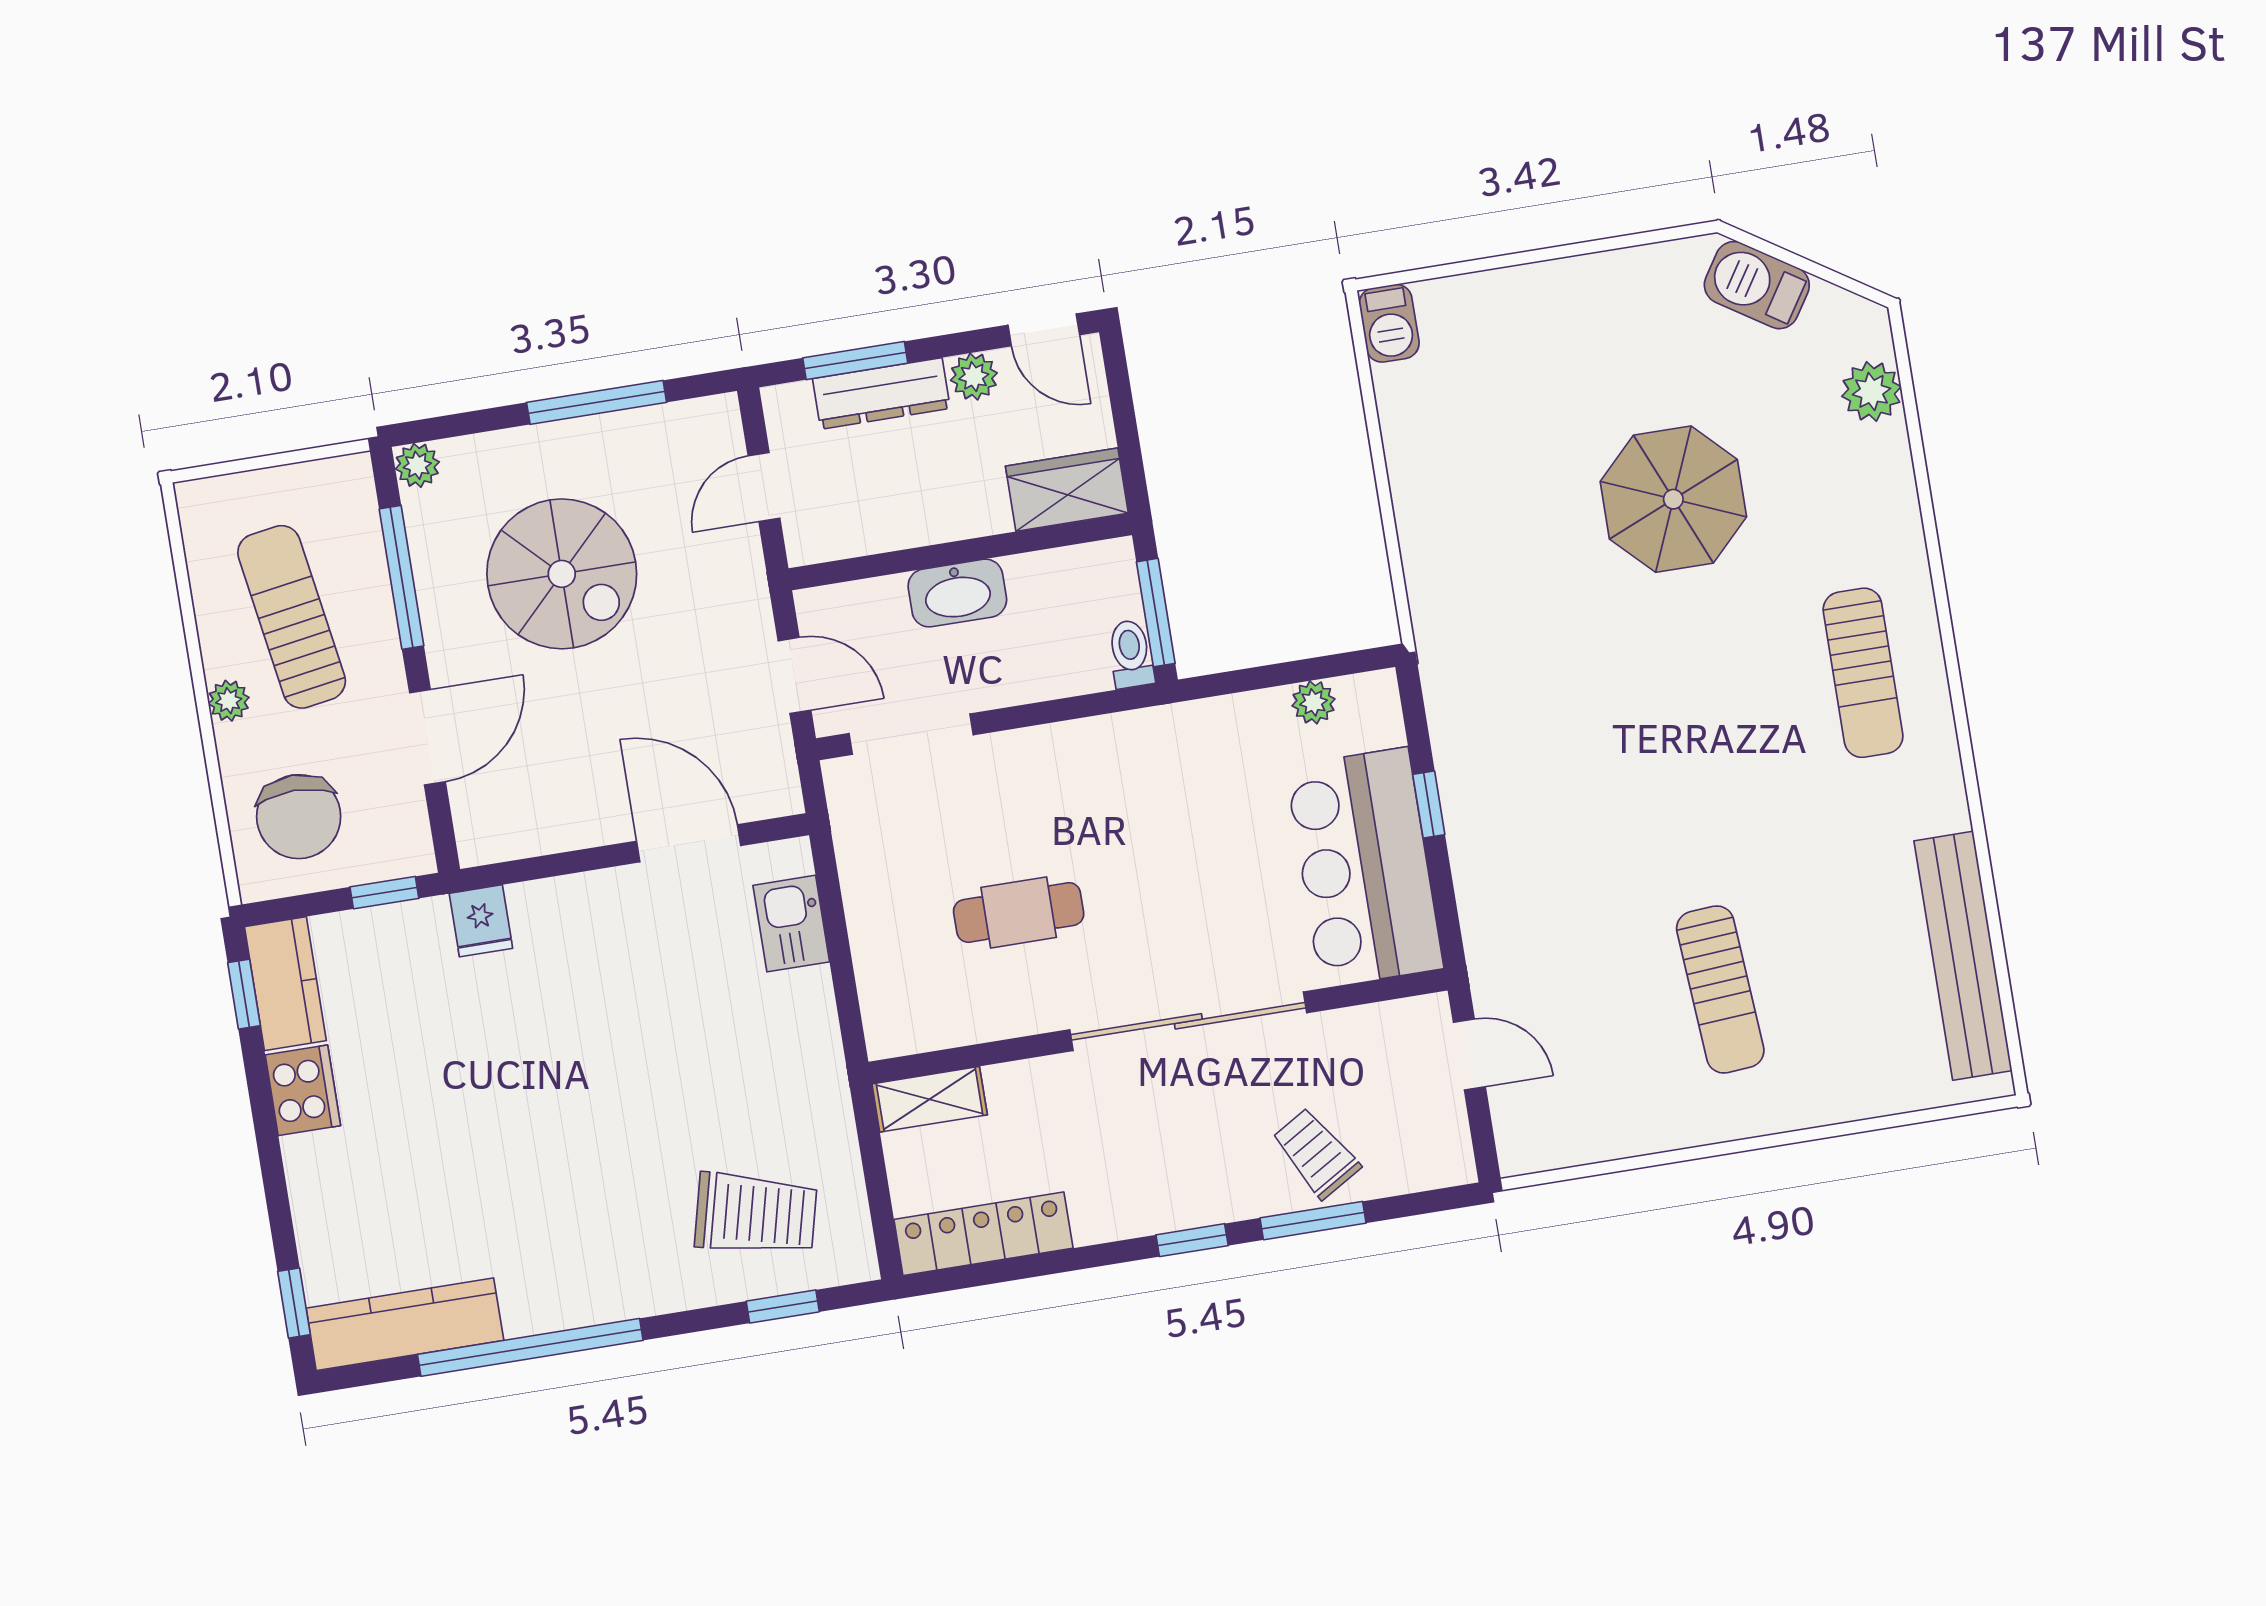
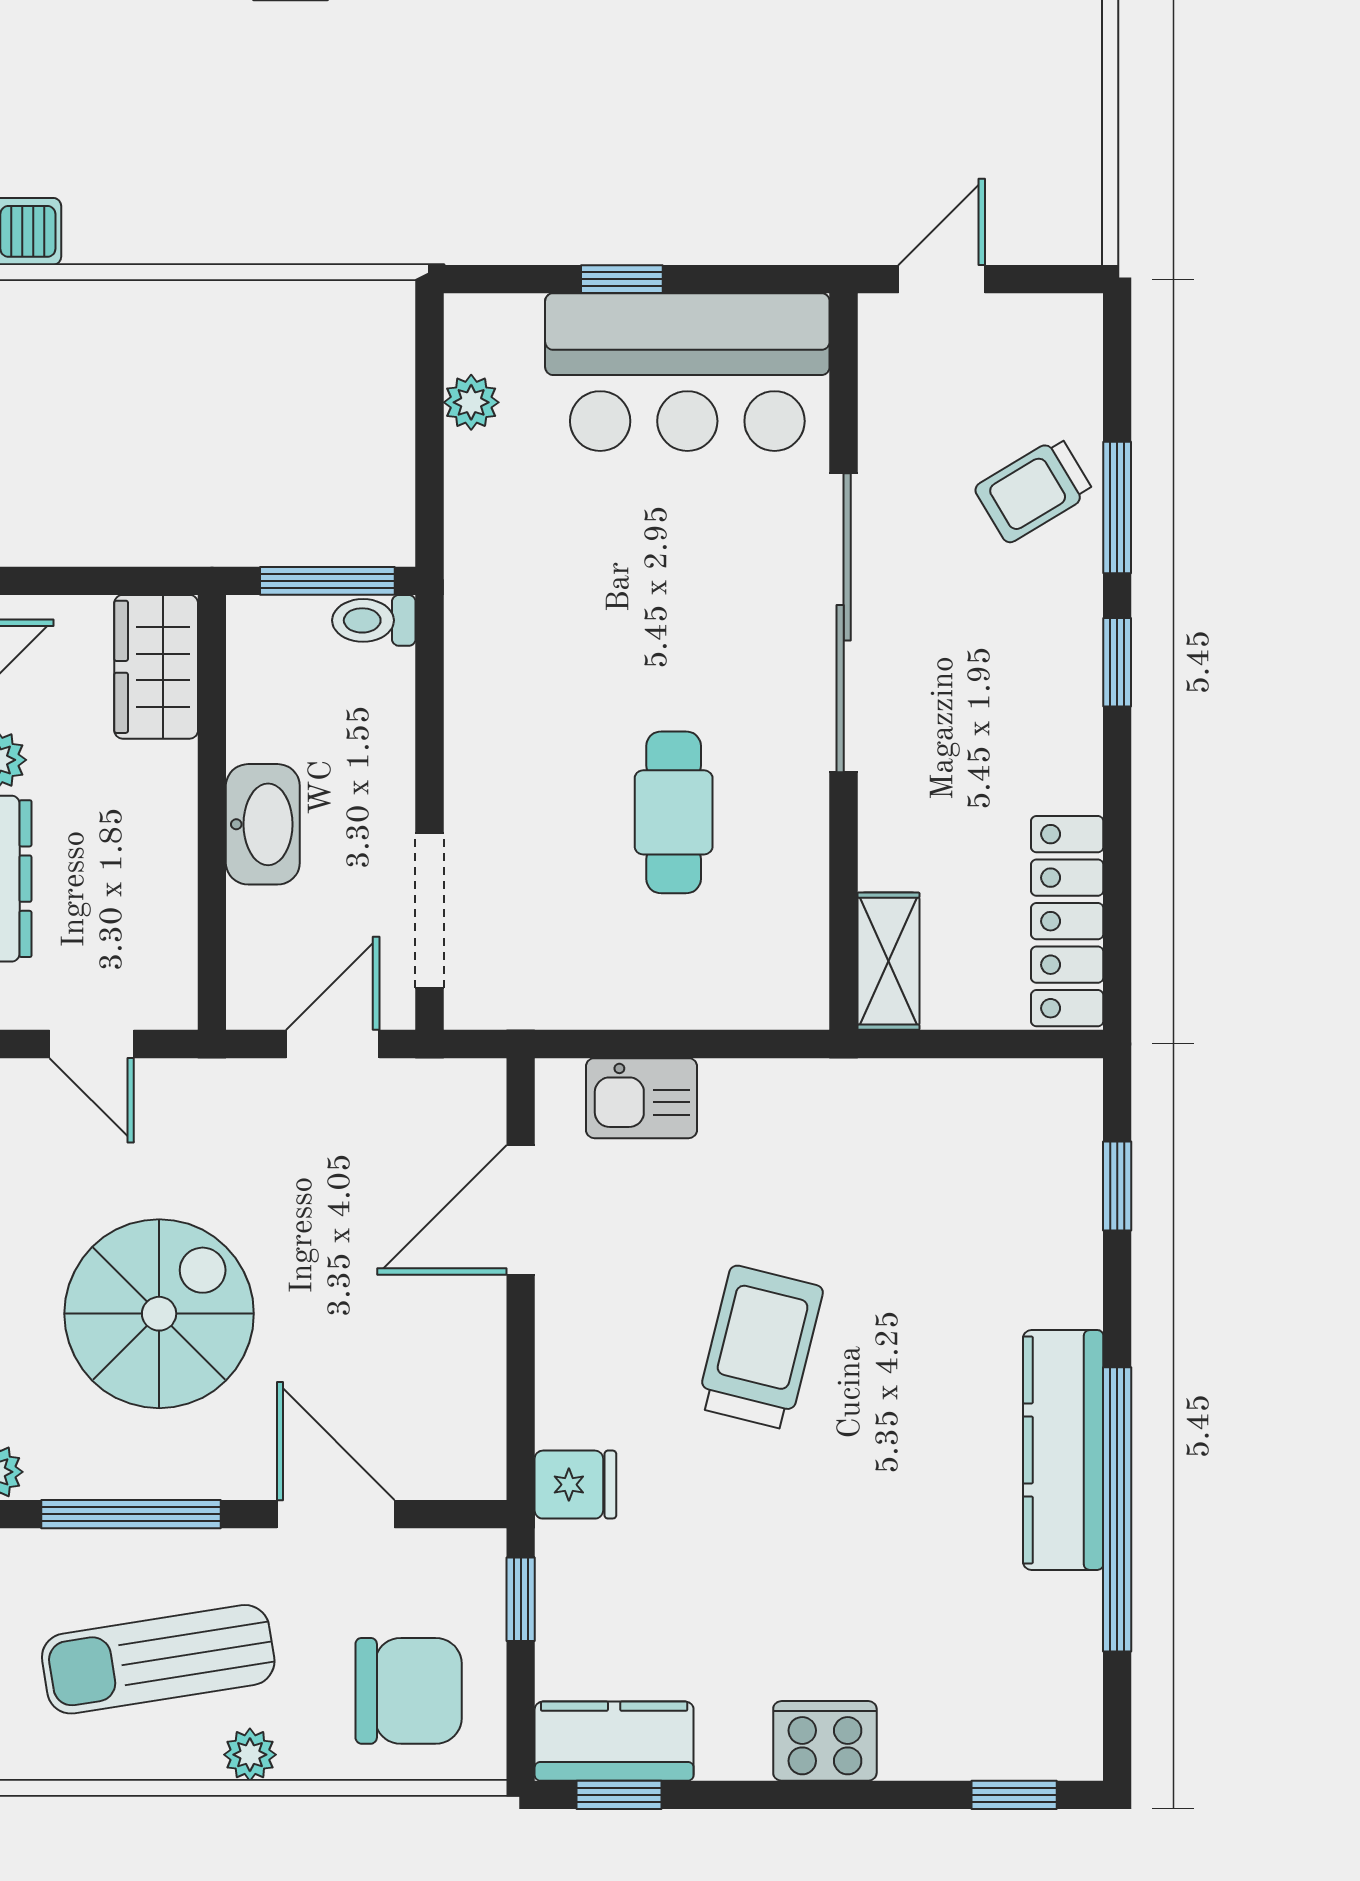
cooker: (303, 1090) -> (825, 1741), moved
trolley: (756, 1214) -> (760, 1347), moved
kitchen counter: (405, 1324) -> (1063, 1450), moved

